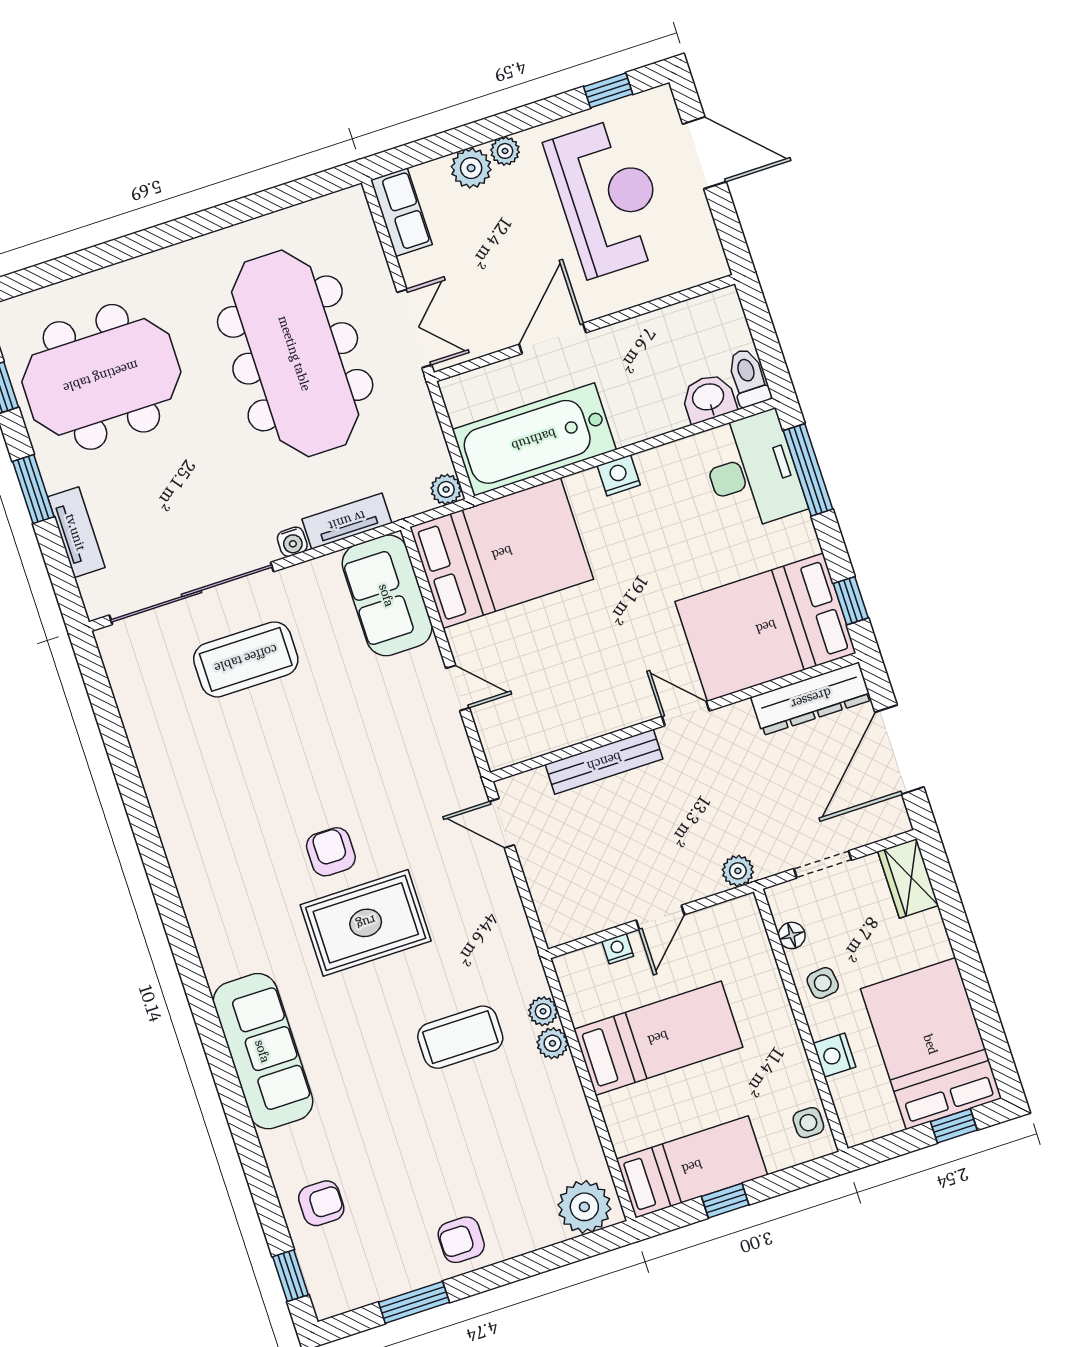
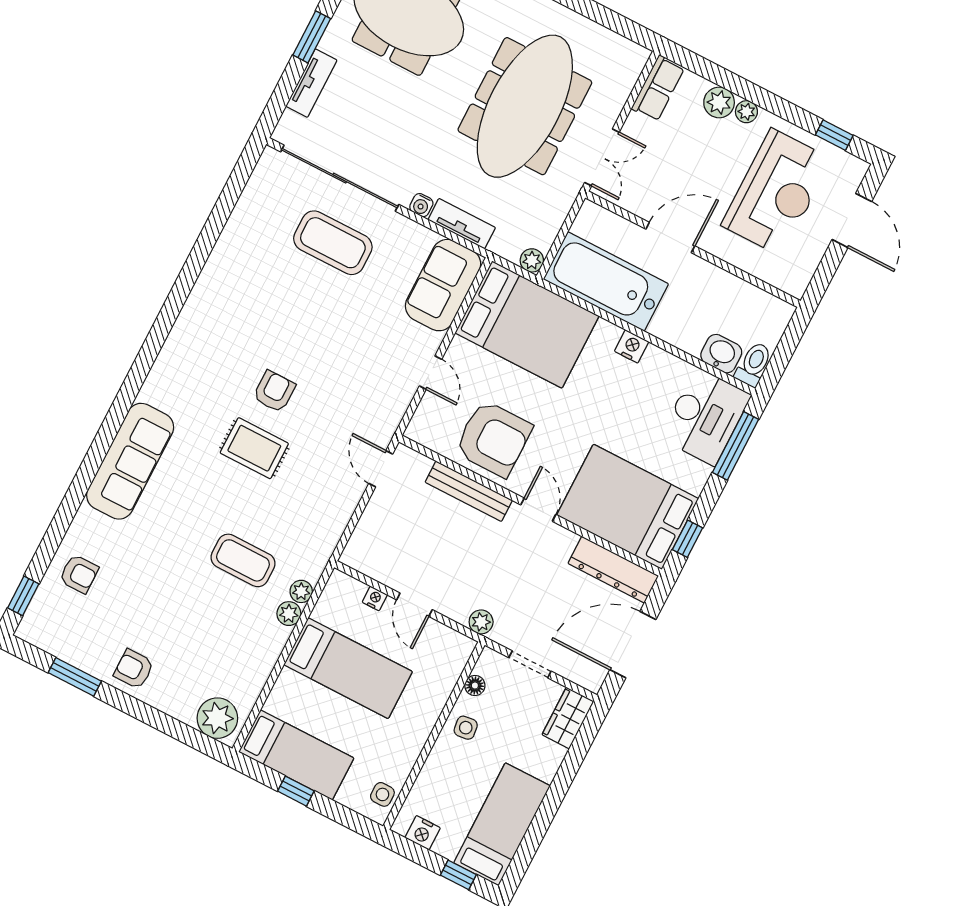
armchair: (578, 690) -> (493, 439), added
door: (660, 917) -> (414, 605), hinge flipped
rug: (366, 923) -> (254, 448), width x0.73, depth x0.70
bed: (931, 1044) -> (502, 824), width x0.67
nightstand: (834, 1055) -> (423, 833), moved, turned -90

